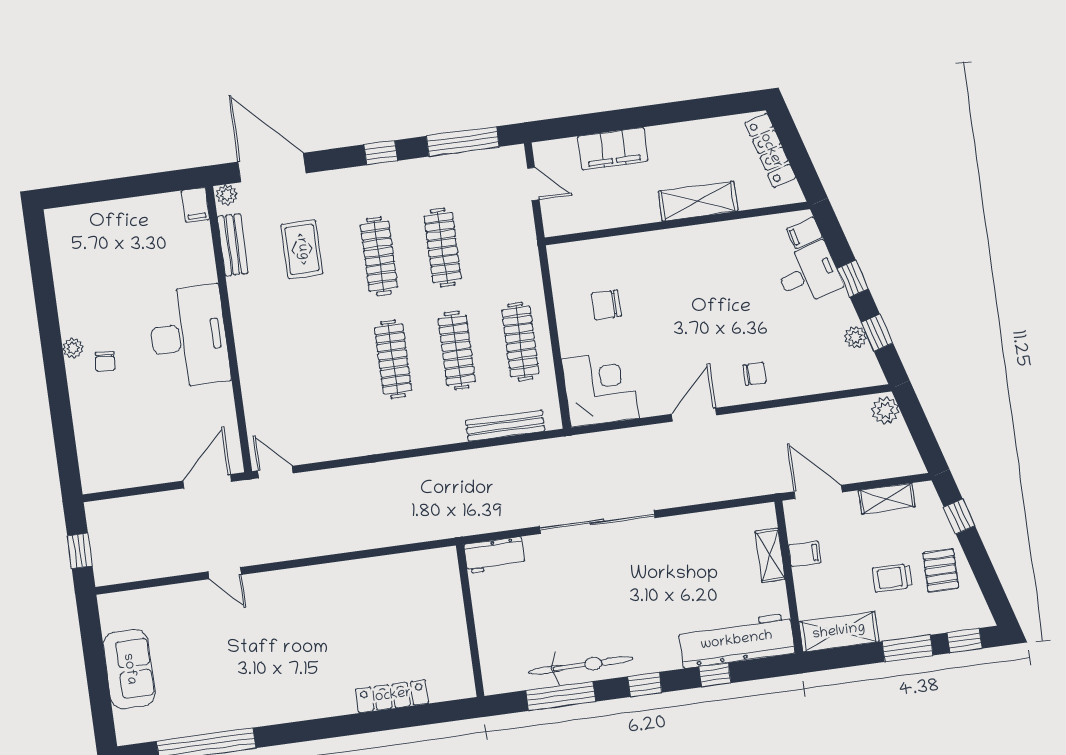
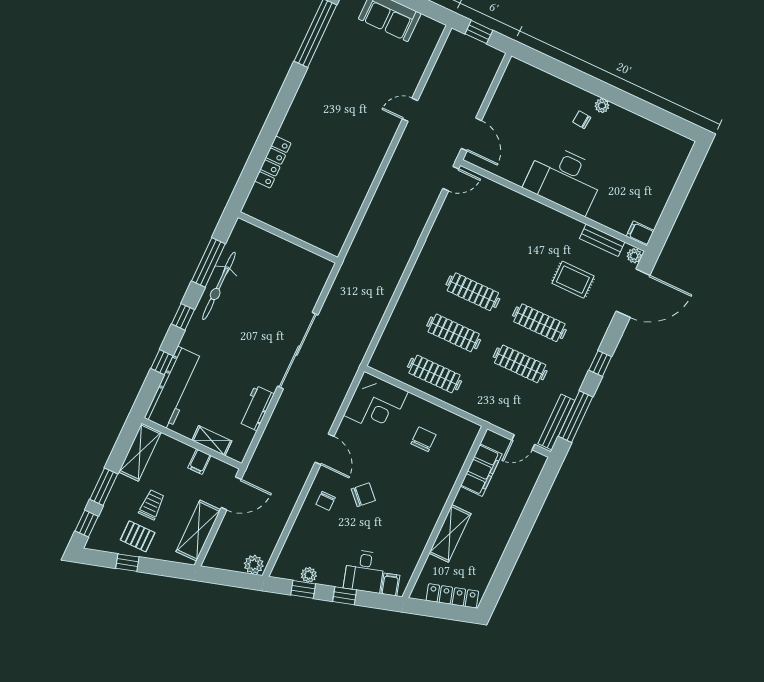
filing cabinet: (613, 149) -> (481, 470), moved, turned 180
chair: (719, 334) -> (363, 495), added
bench: (505, 426) -> (556, 422), moved
shelving: (887, 499) -> (198, 531), width x1.50, depth x1.33
window: (959, 516) -> (127, 563), moved
workbench: (494, 555) -> (256, 408), moved

